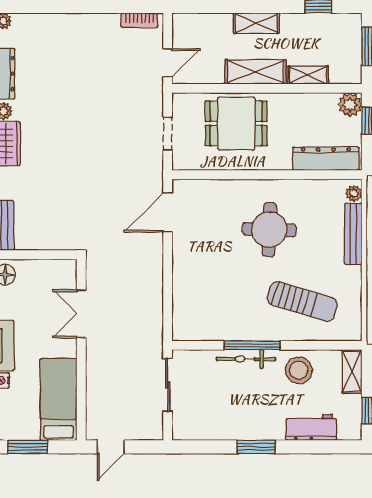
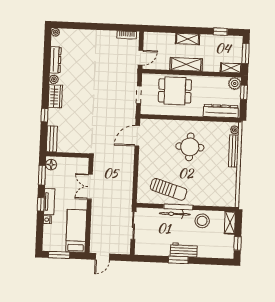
shelving: (308, 75) -> (231, 68), moved
sun lounger: (302, 302) -> (169, 189), moved
workbench: (311, 427) -> (184, 250), moved

